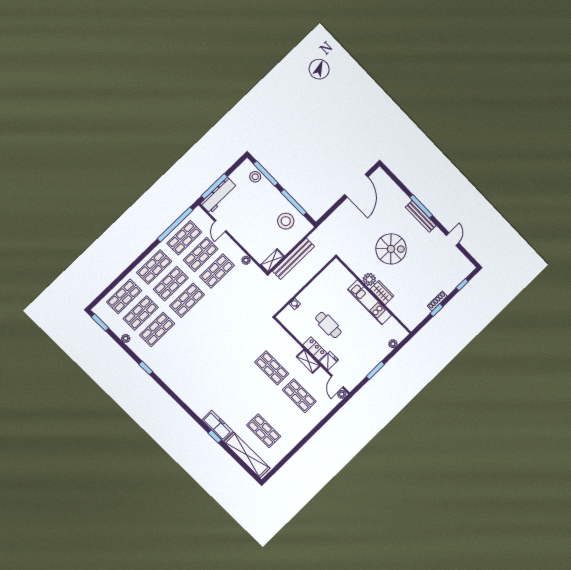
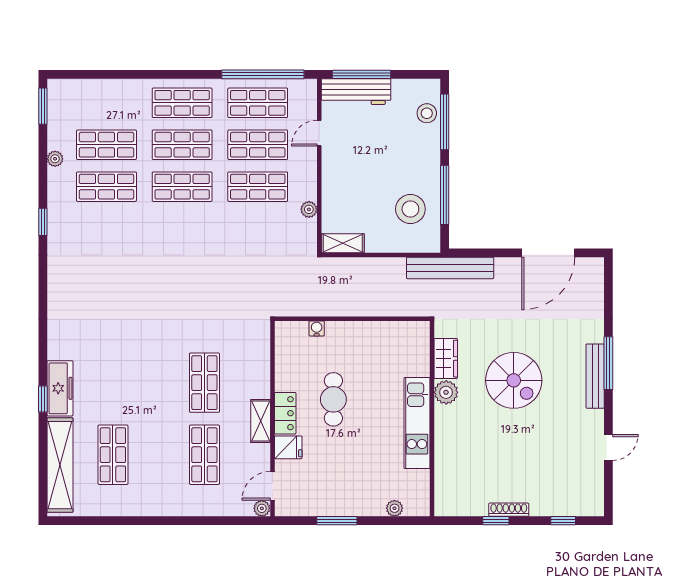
bench: (294, 259) -> (450, 268), moved
wardrobe: (382, 293) -> (446, 359), moved
shop shelf: (124, 296) -> (106, 103), removed

